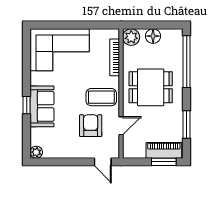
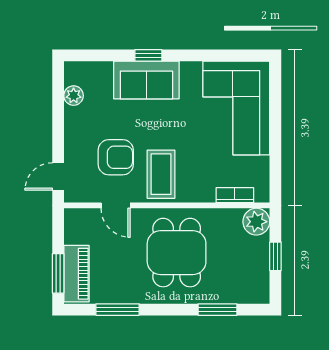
window: (153, 25) -> (275, 256), added
floor lamp: (153, 36) -> (258, 256), removed
bookcase: (115, 57) -> (235, 195), width x0.64
window: (187, 62) -> (217, 310), width x0.47
plant: (36, 152) -> (74, 96), moved

